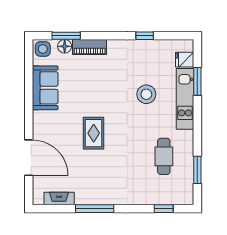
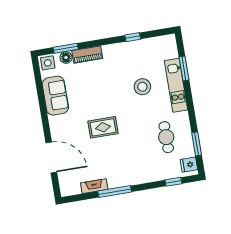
fridge: (185, 60) -> (189, 165), moved
rug: (94, 133) -> (103, 127), turned 90
fireplace: (59, 199) -> (94, 186), moved

